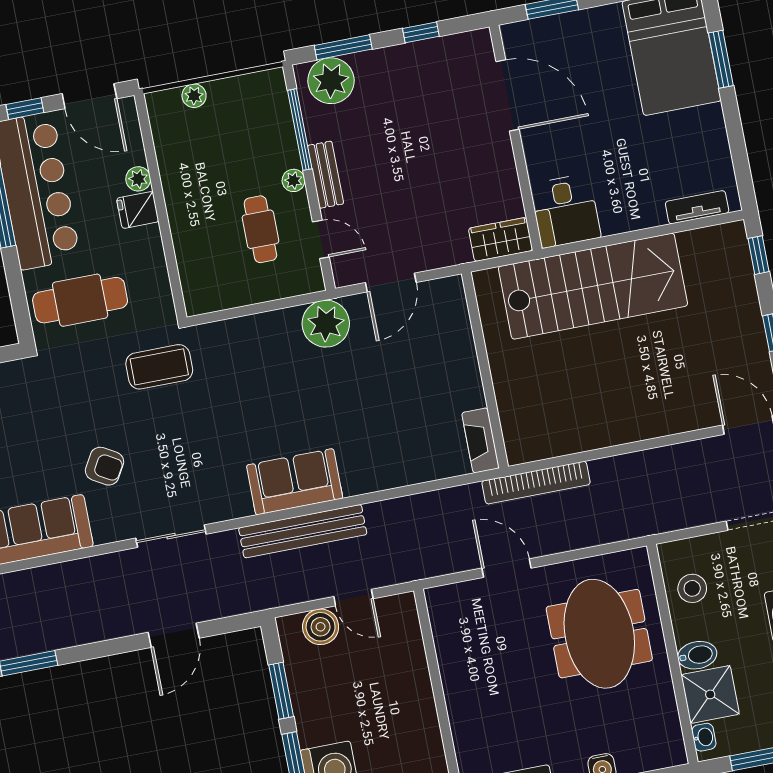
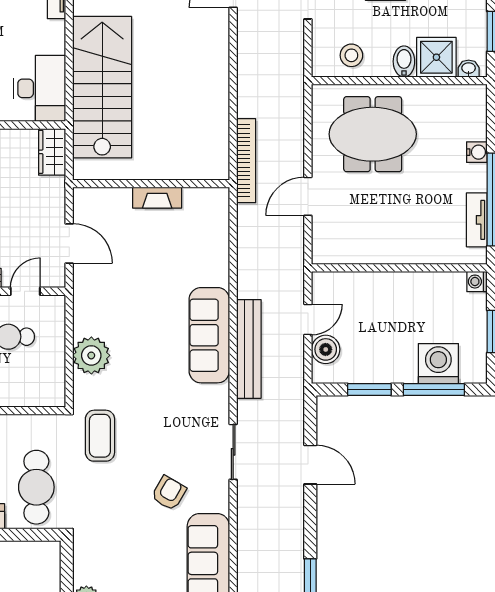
desk: (565, 211) -> (40, 88), width x1.37
plant: (326, 324) -> (91, 355), moved
fireplace: (480, 440) -> (157, 198), moved
sofa: (295, 482) -> (209, 335), width x1.36

